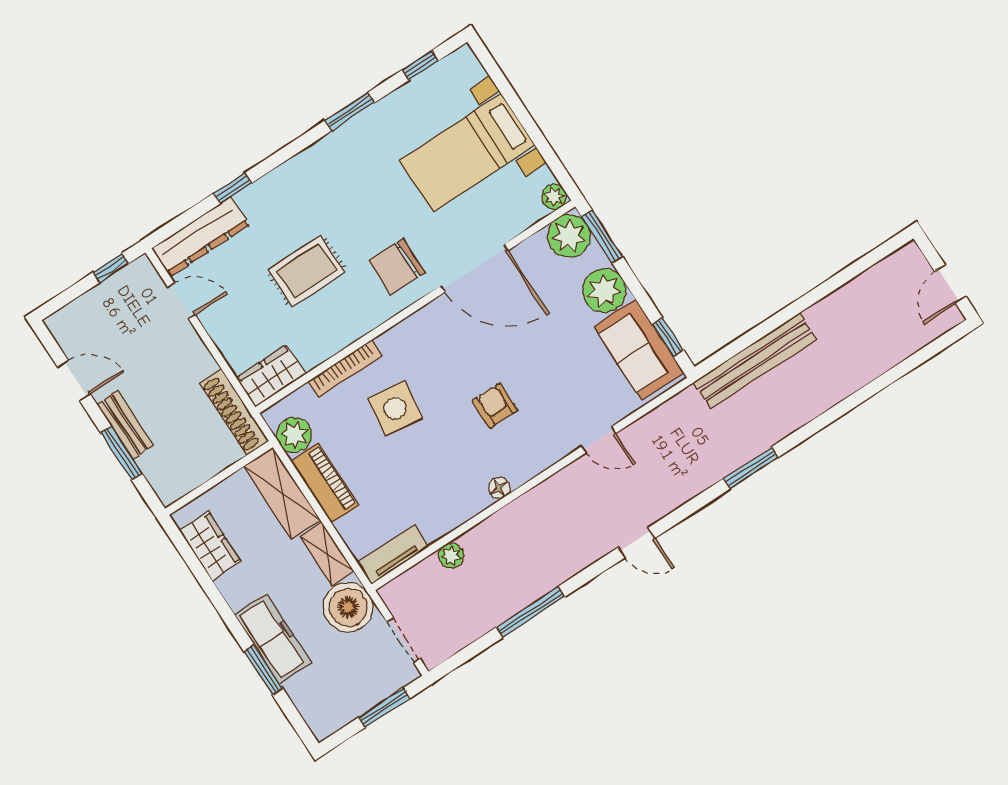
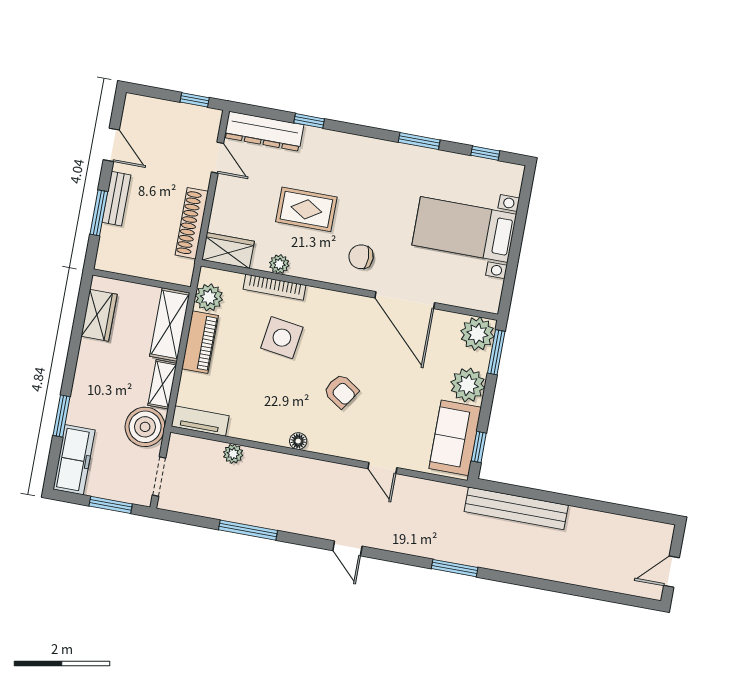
plant: (554, 197) -> (279, 264), moved
chair: (397, 267) -> (361, 257), width x0.73, depth x0.73
armchair: (495, 406) -> (341, 391), turned 124
shoe rack: (234, 412) -> (192, 223), moved
freezer: (273, 638) -> (74, 460), moved

